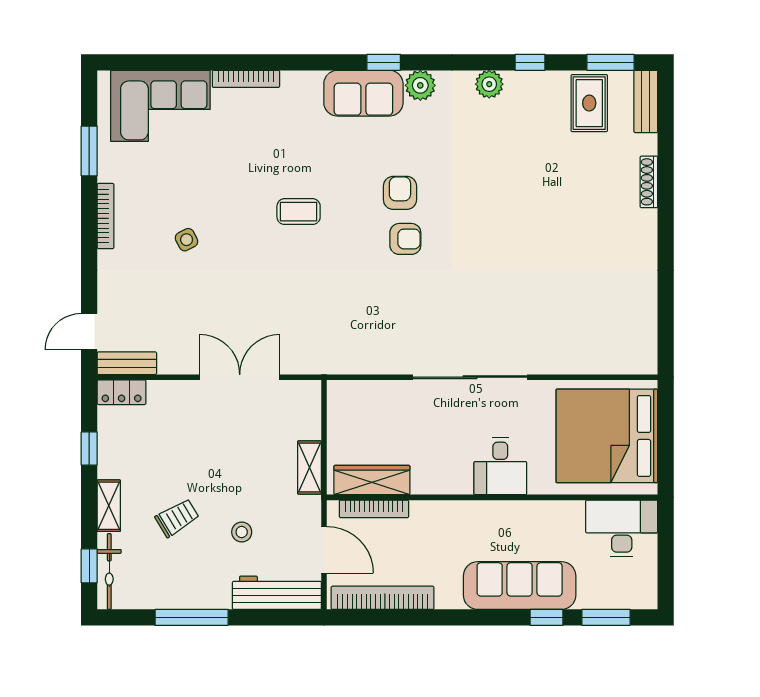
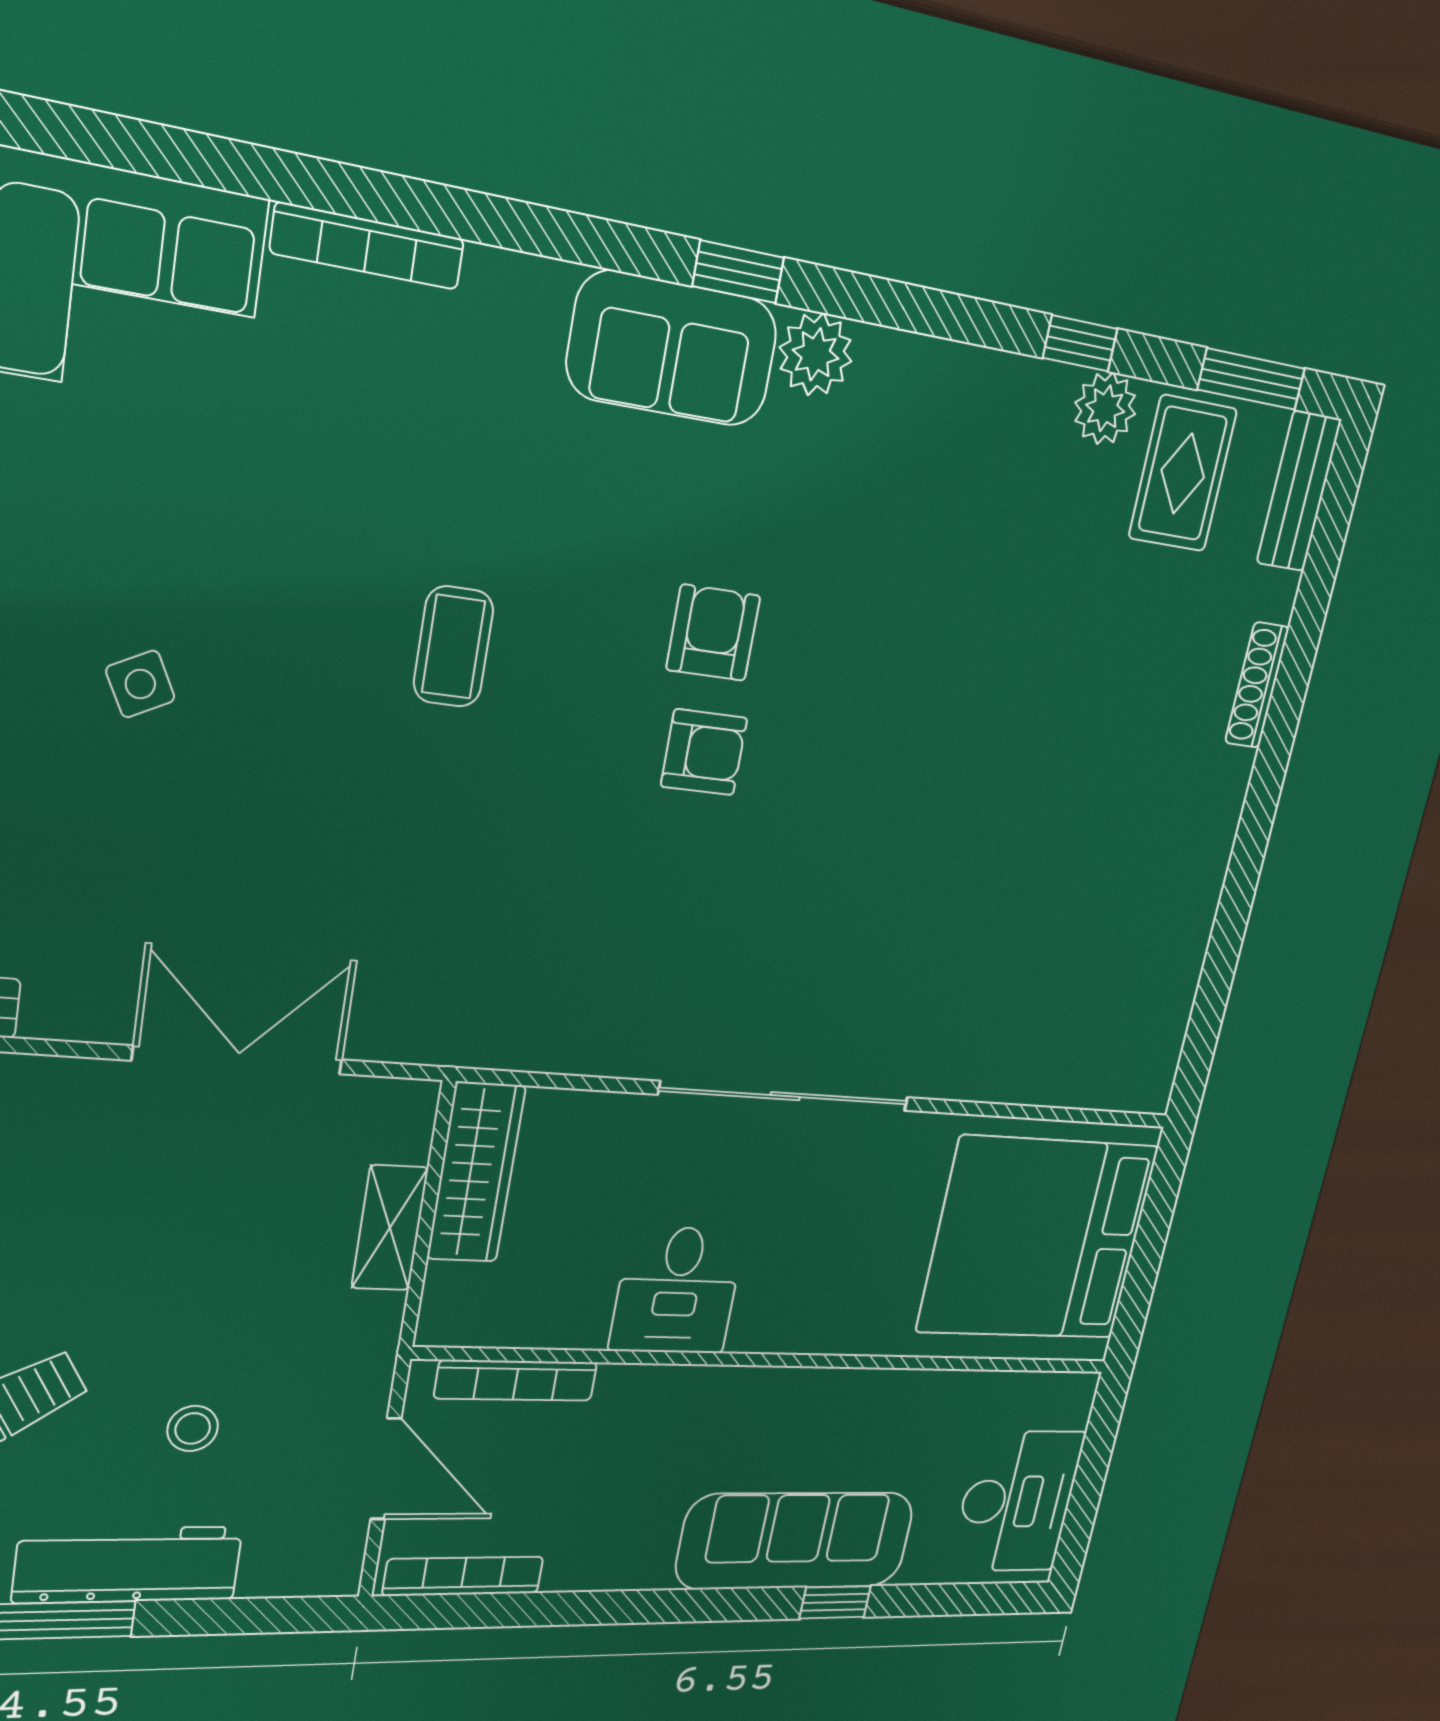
plant: (489, 84) -> (1105, 408), moved
coffee table: (299, 212) -> (453, 647), turned 90
desk: (500, 466) -> (677, 1290), moved
shelving: (309, 467) -> (390, 1228), moved
wardrobe: (372, 480) -> (476, 1173), moved, turned 90
desk: (622, 528) -> (1017, 1502), moved, turned 90
workbench: (277, 593) -> (128, 1565), moved
bookcase: (383, 598) -> (463, 1576), width x0.68, depth x0.76
window: (606, 617) -> (949, 1600), removed

